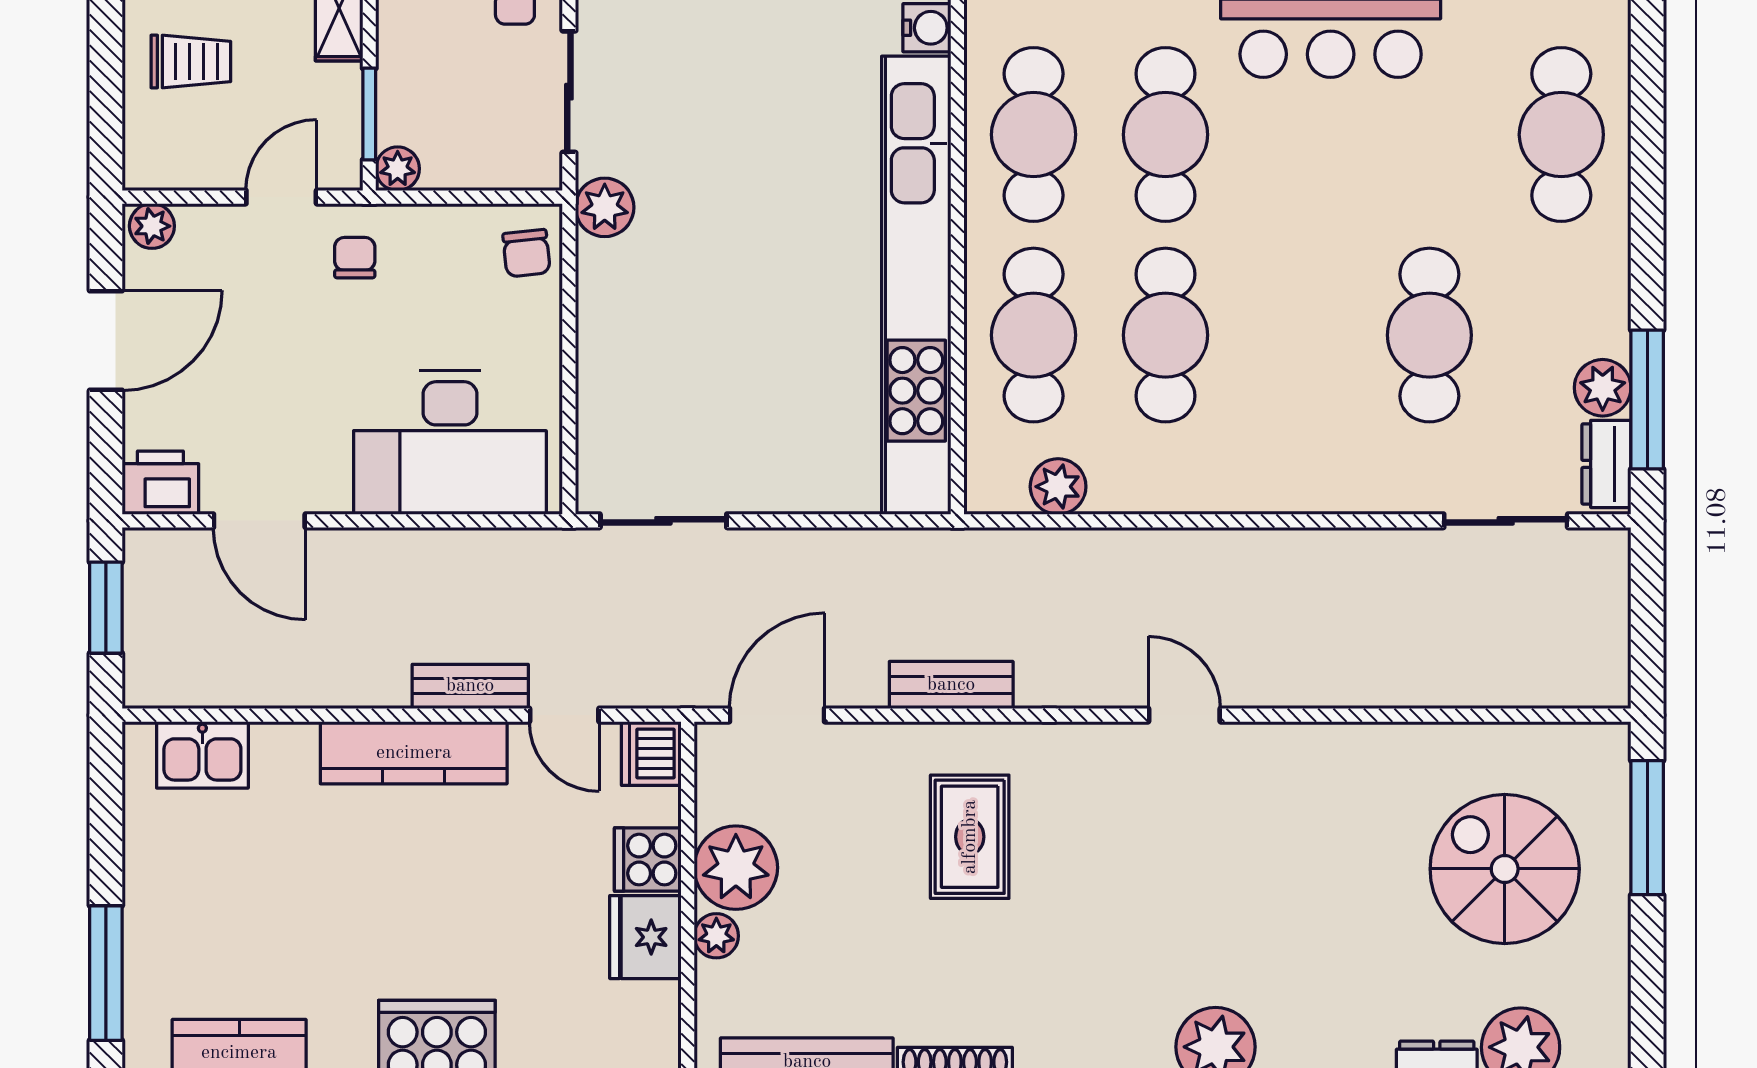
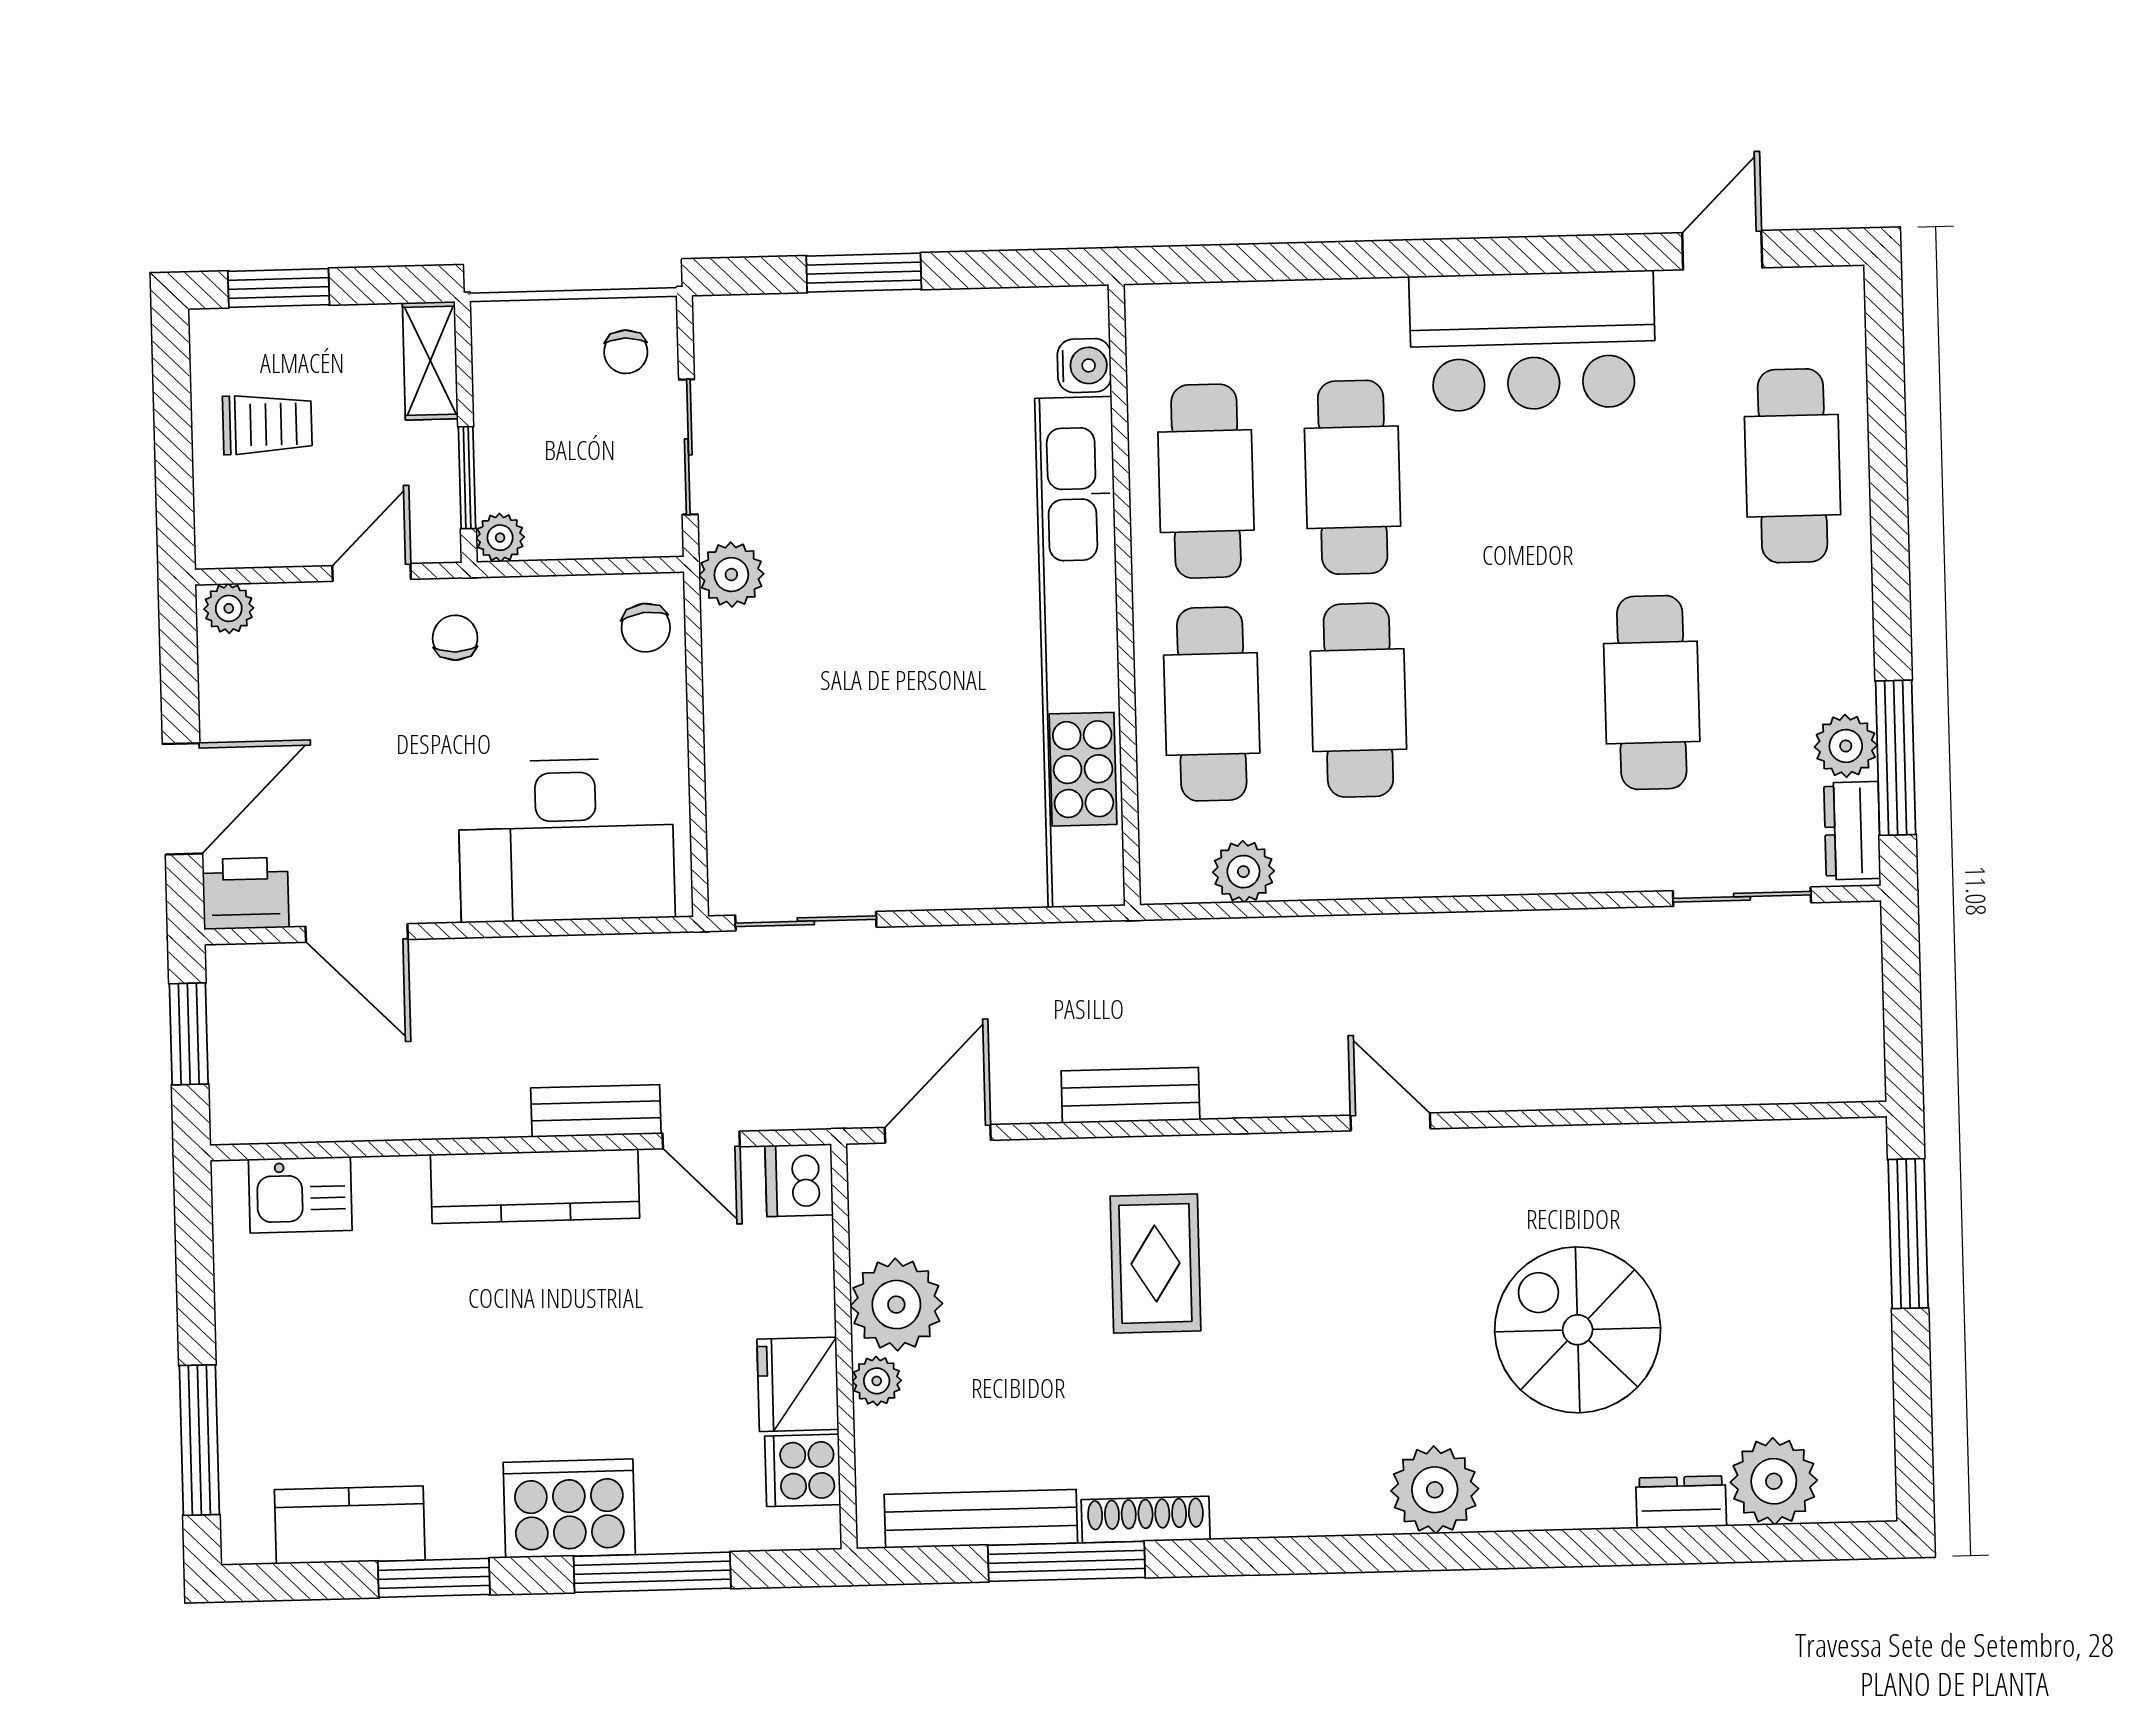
door: (106, 341) -> (183, 799), moved
cooker: (648, 860) -> (803, 1470), moved
spiral stairs: (1505, 869) -> (1578, 1330), moved

